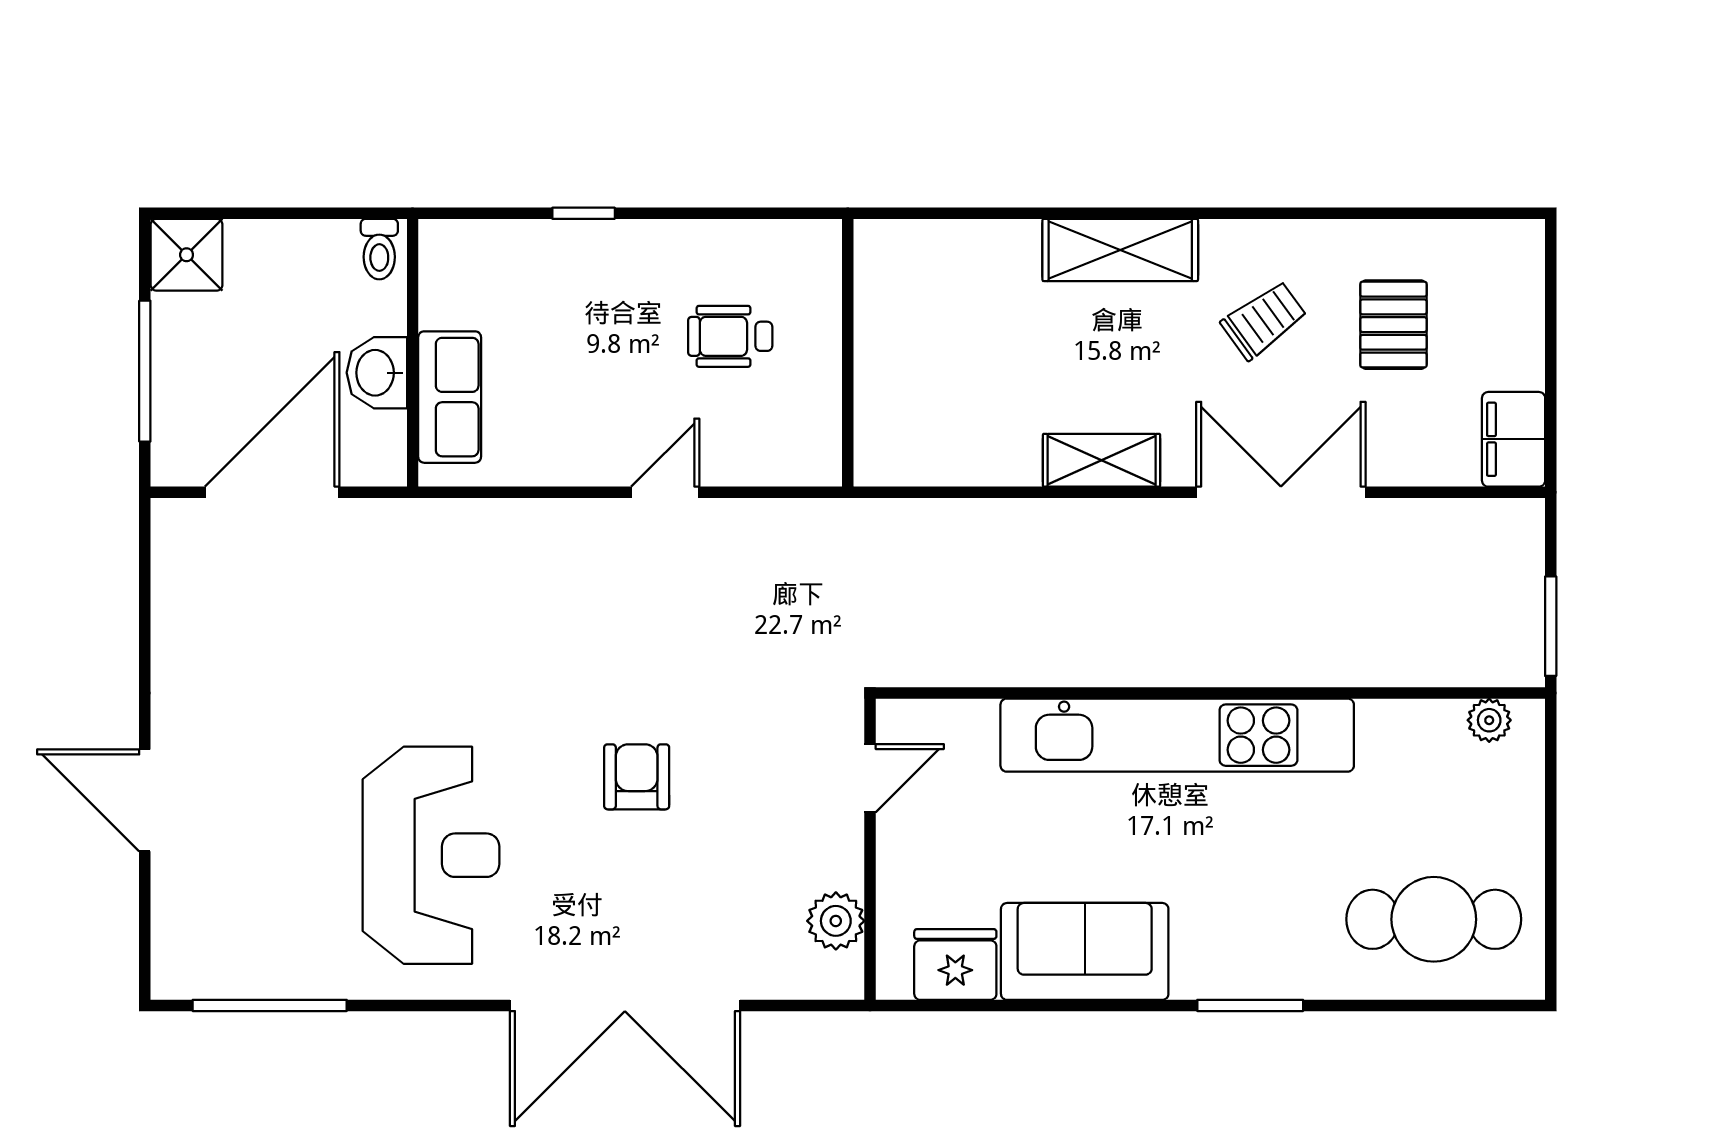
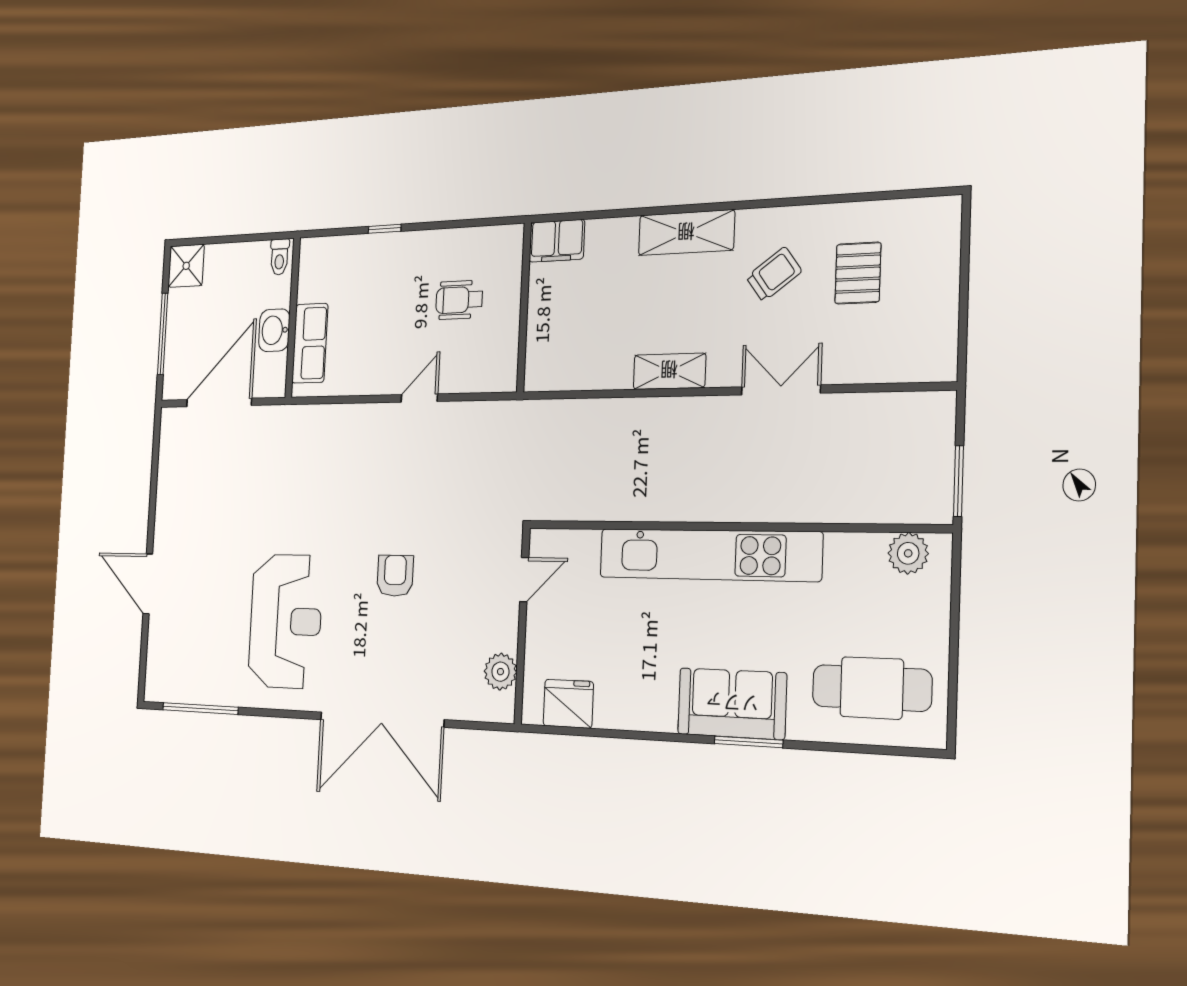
filing cabinet: (1514, 439) -> (557, 241), moved, turned -90
double door: (1281, 492) -> (781, 390), width x0.73
plant: (1489, 720) -> (908, 553), width x1.38, depth x1.38
sofa: (1085, 951) -> (732, 704), moved

